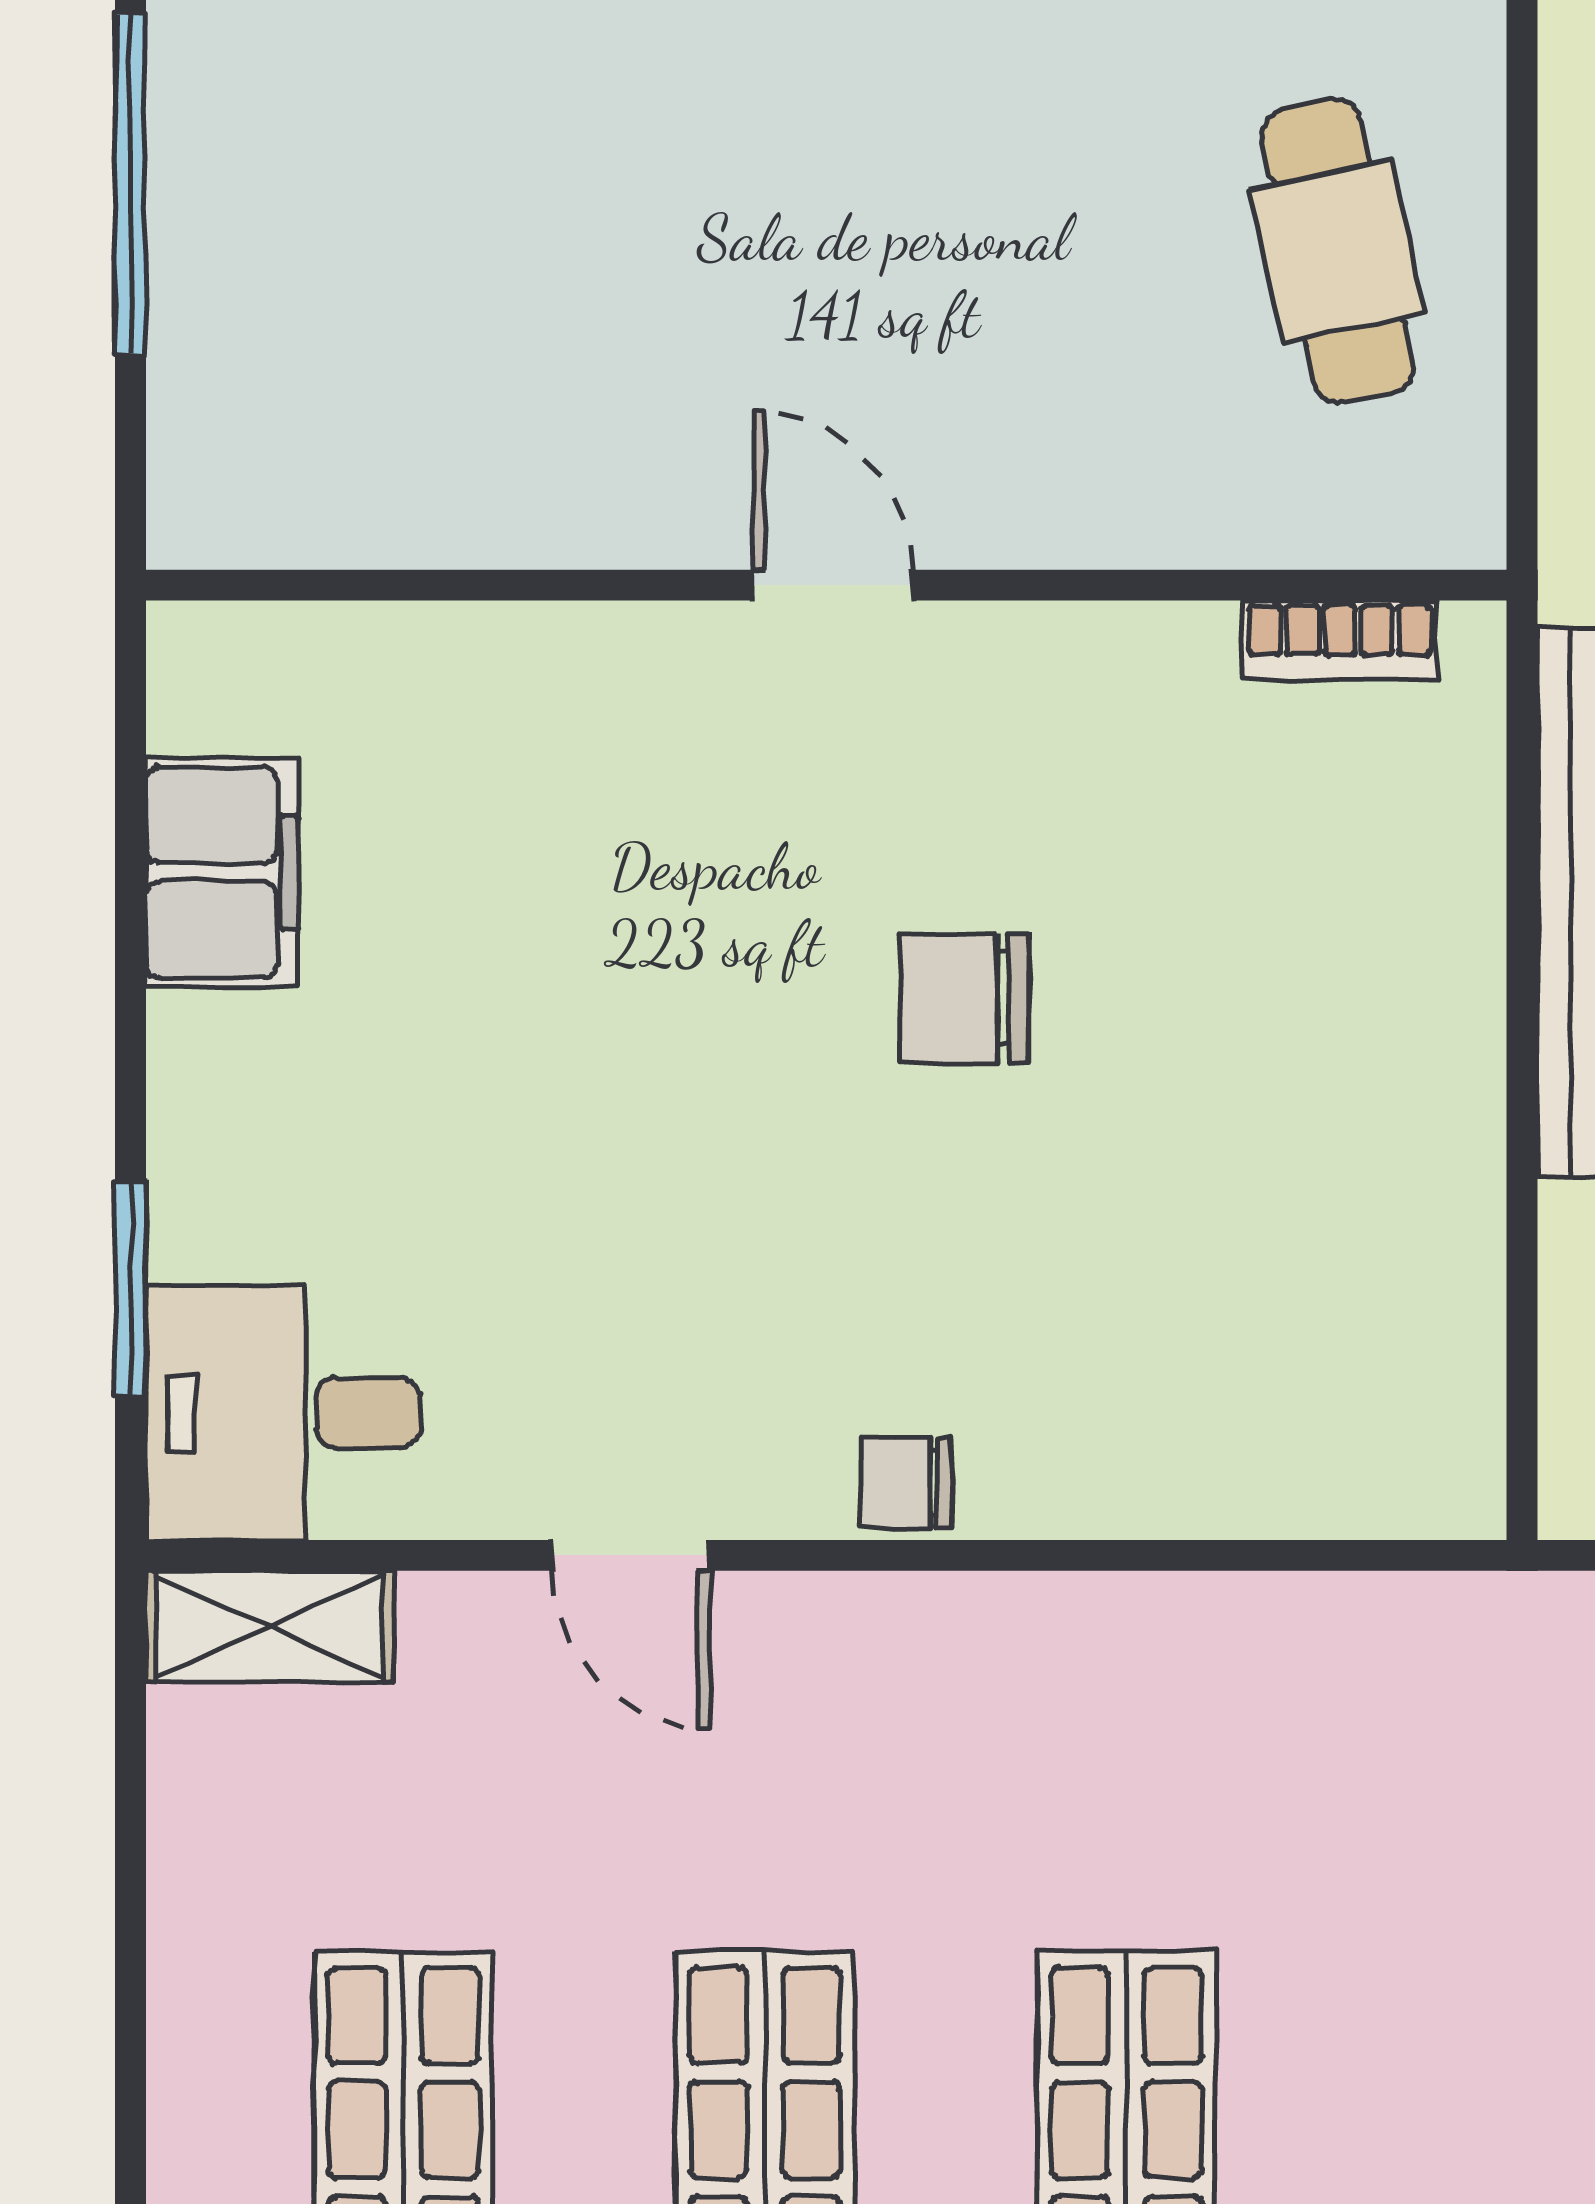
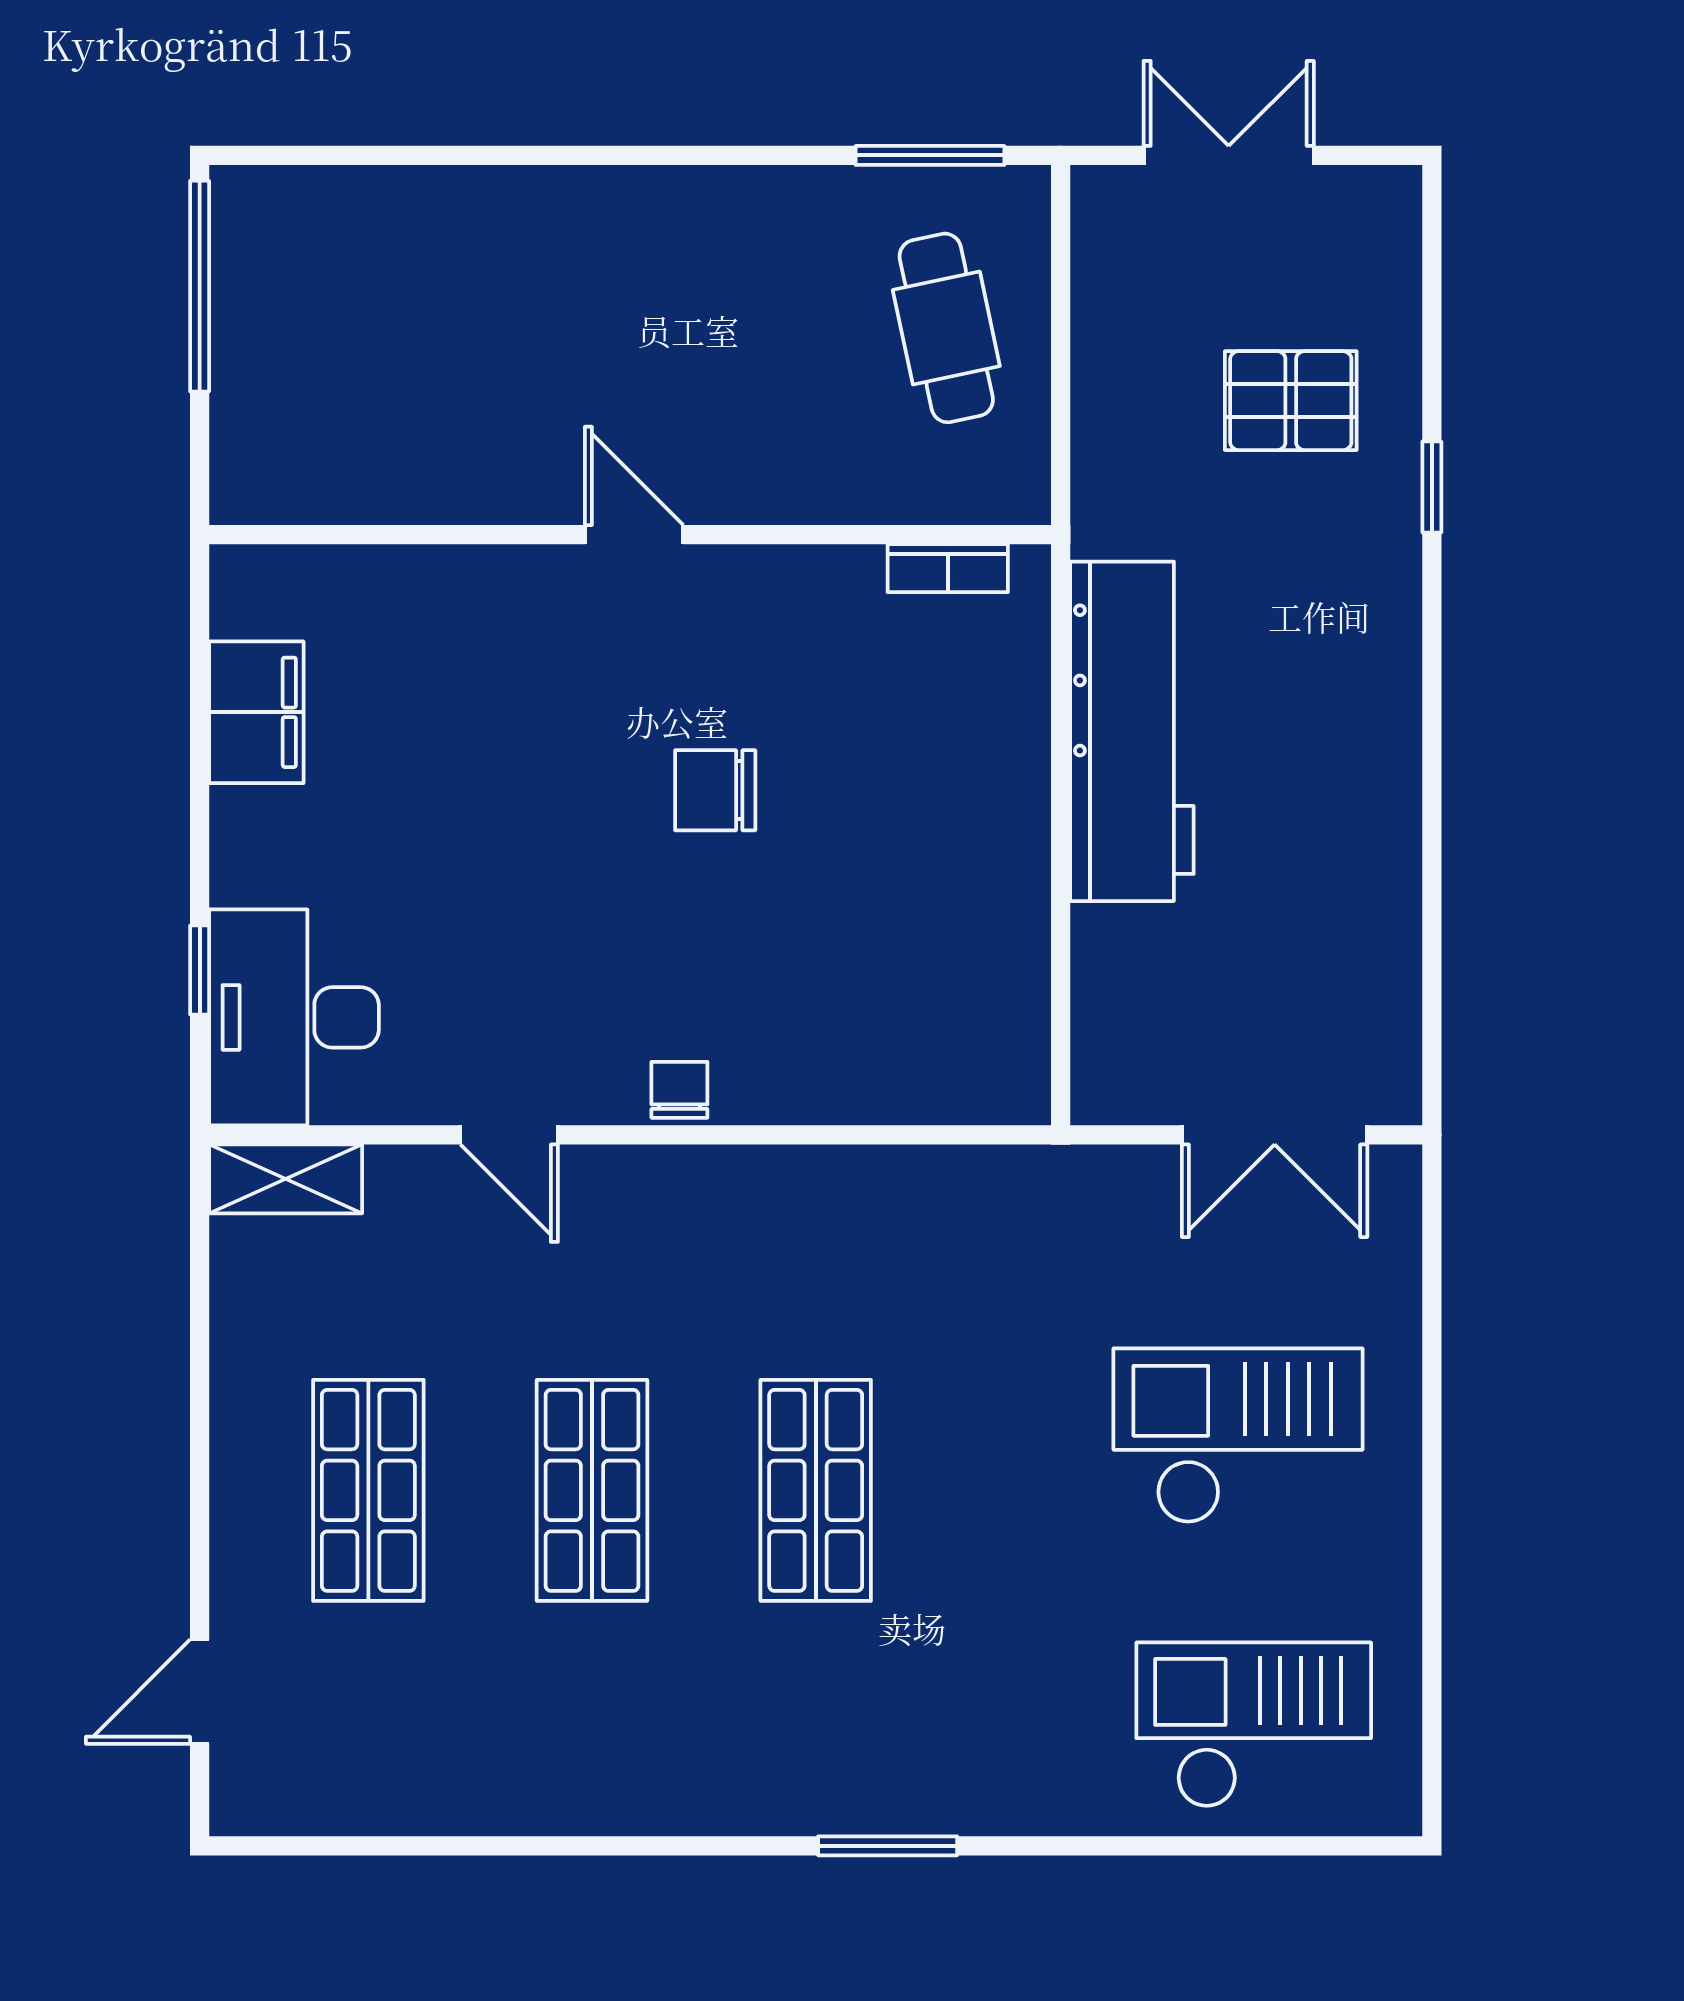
window: (131, 1289) -> (200, 970), width x0.67
desk: (283, 1413) -> (294, 1017), width x1.37
chair: (906, 1483) -> (679, 1090), turned 90

